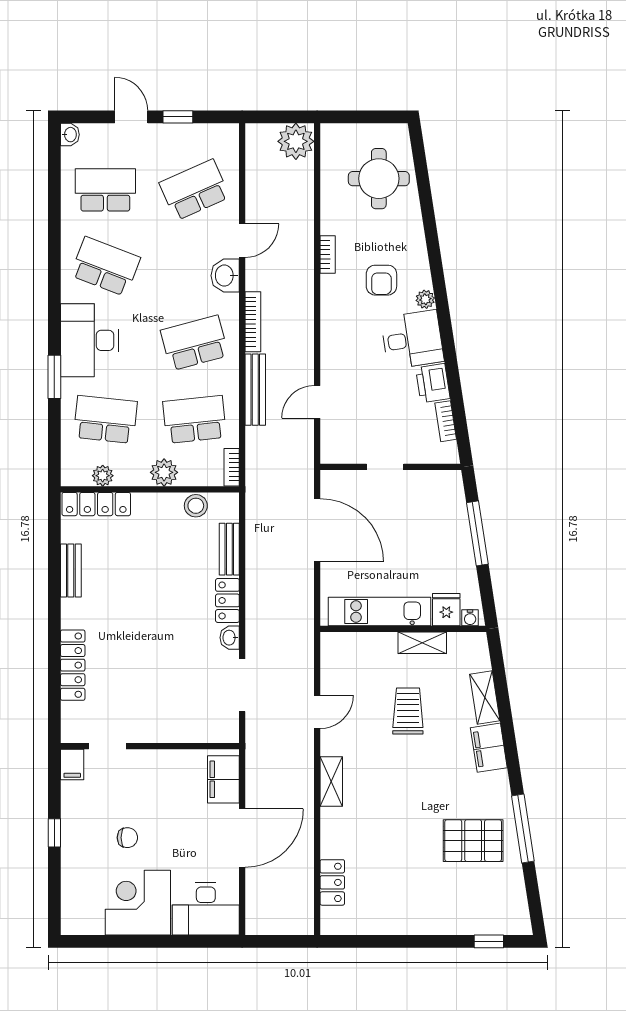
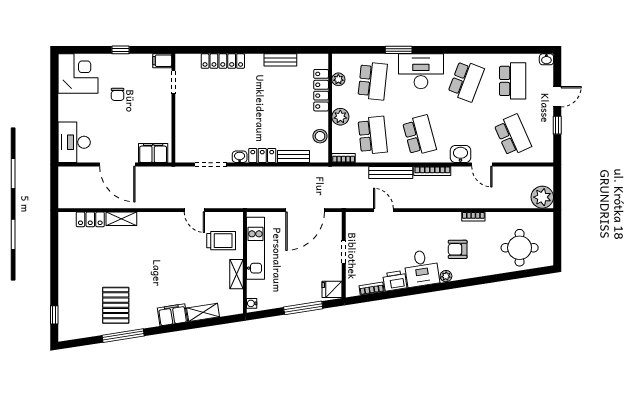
locker: (96, 504) -> (321, 90), moved
fridge: (446, 610) -> (332, 289), moved, turned 180
trolley: (408, 711) -> (221, 241), moved
shelving: (331, 781) -> (121, 219), moved
corner desk: (138, 903) -> (78, 74), moved

